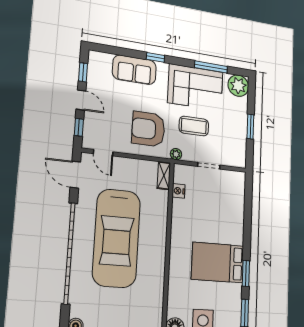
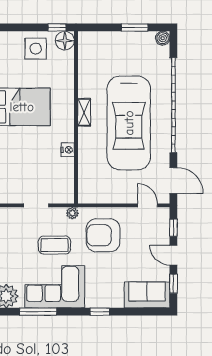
sofa: (134, 70) -> (147, 295), moved
armchair: (148, 129) -> (103, 235), turned 180
shelving: (164, 176) -> (84, 112), moved
nightstand: (179, 191) -> (68, 150), moved
car: (117, 238) -> (129, 123), turned 180

